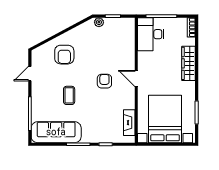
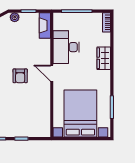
desk: (151, 34) -> (66, 47), moved
wardrobe: (189, 63) -> (104, 58), width x0.67
armchair: (104, 81) -> (20, 76), turned 180
fireplace: (129, 123) -> (45, 25), moved

